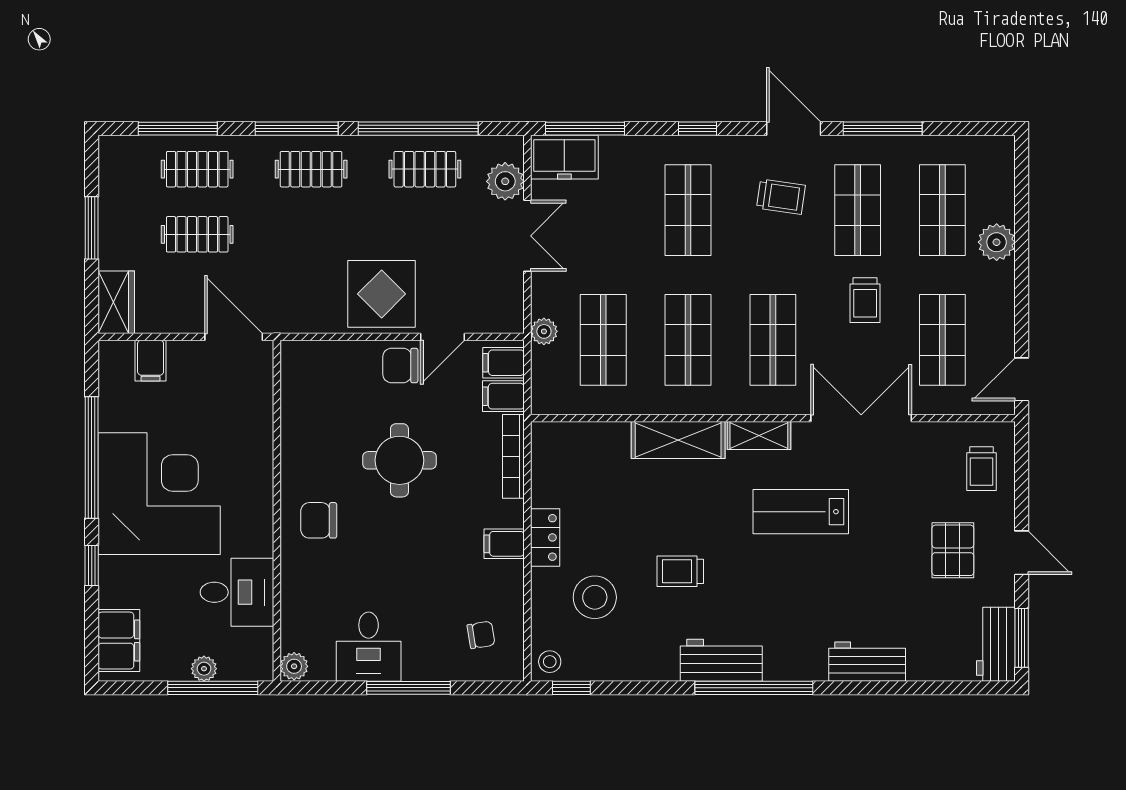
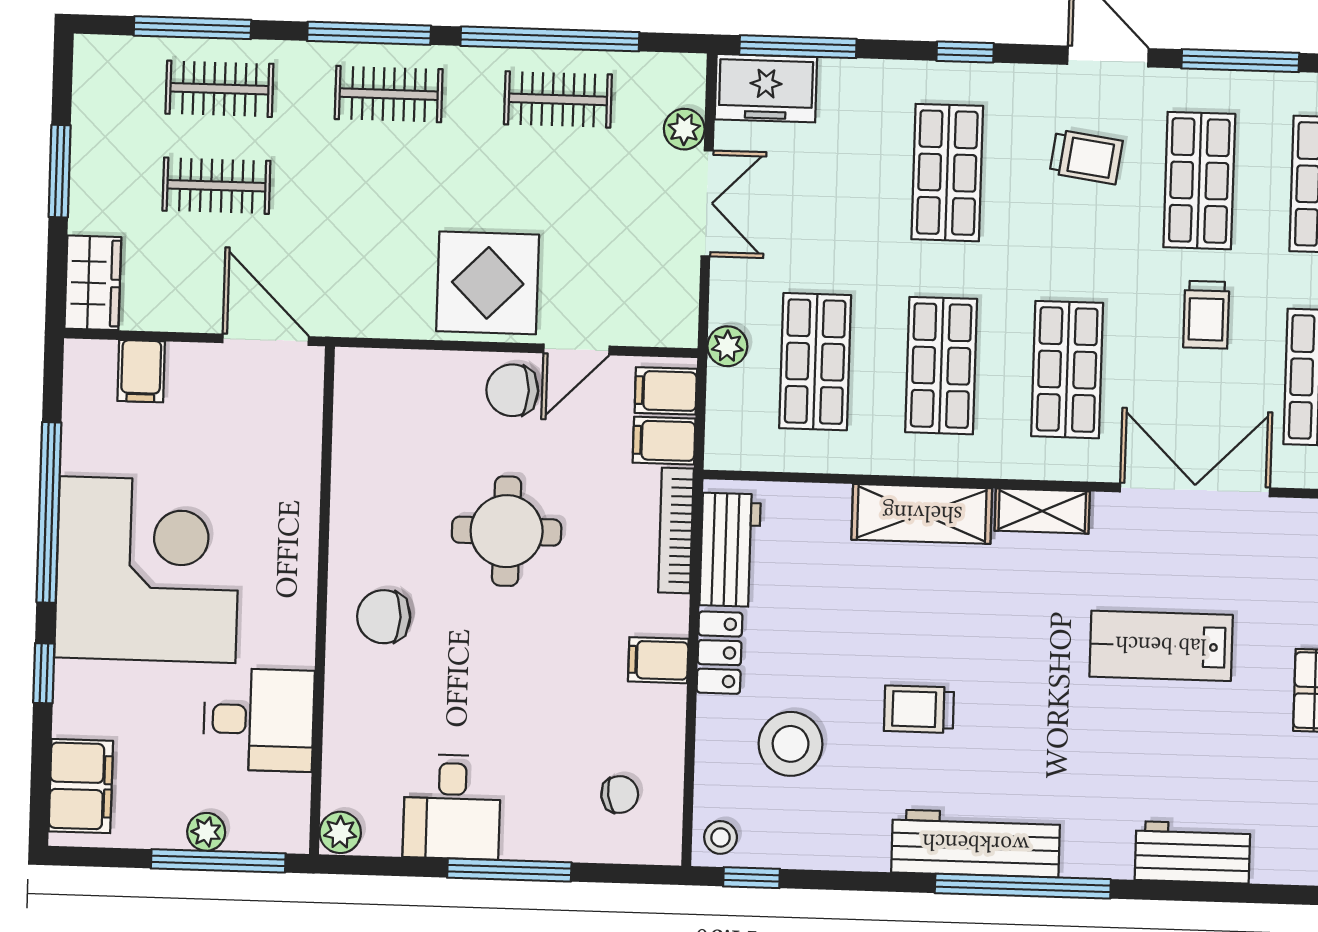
plant: (505, 181) -> (684, 129), width x0.73, depth x0.73
workbench: (550, 468) -> (730, 550), added
lab bench: (801, 512) -> (1161, 646), moved
workbench: (721, 660) -> (976, 844), width x1.38

